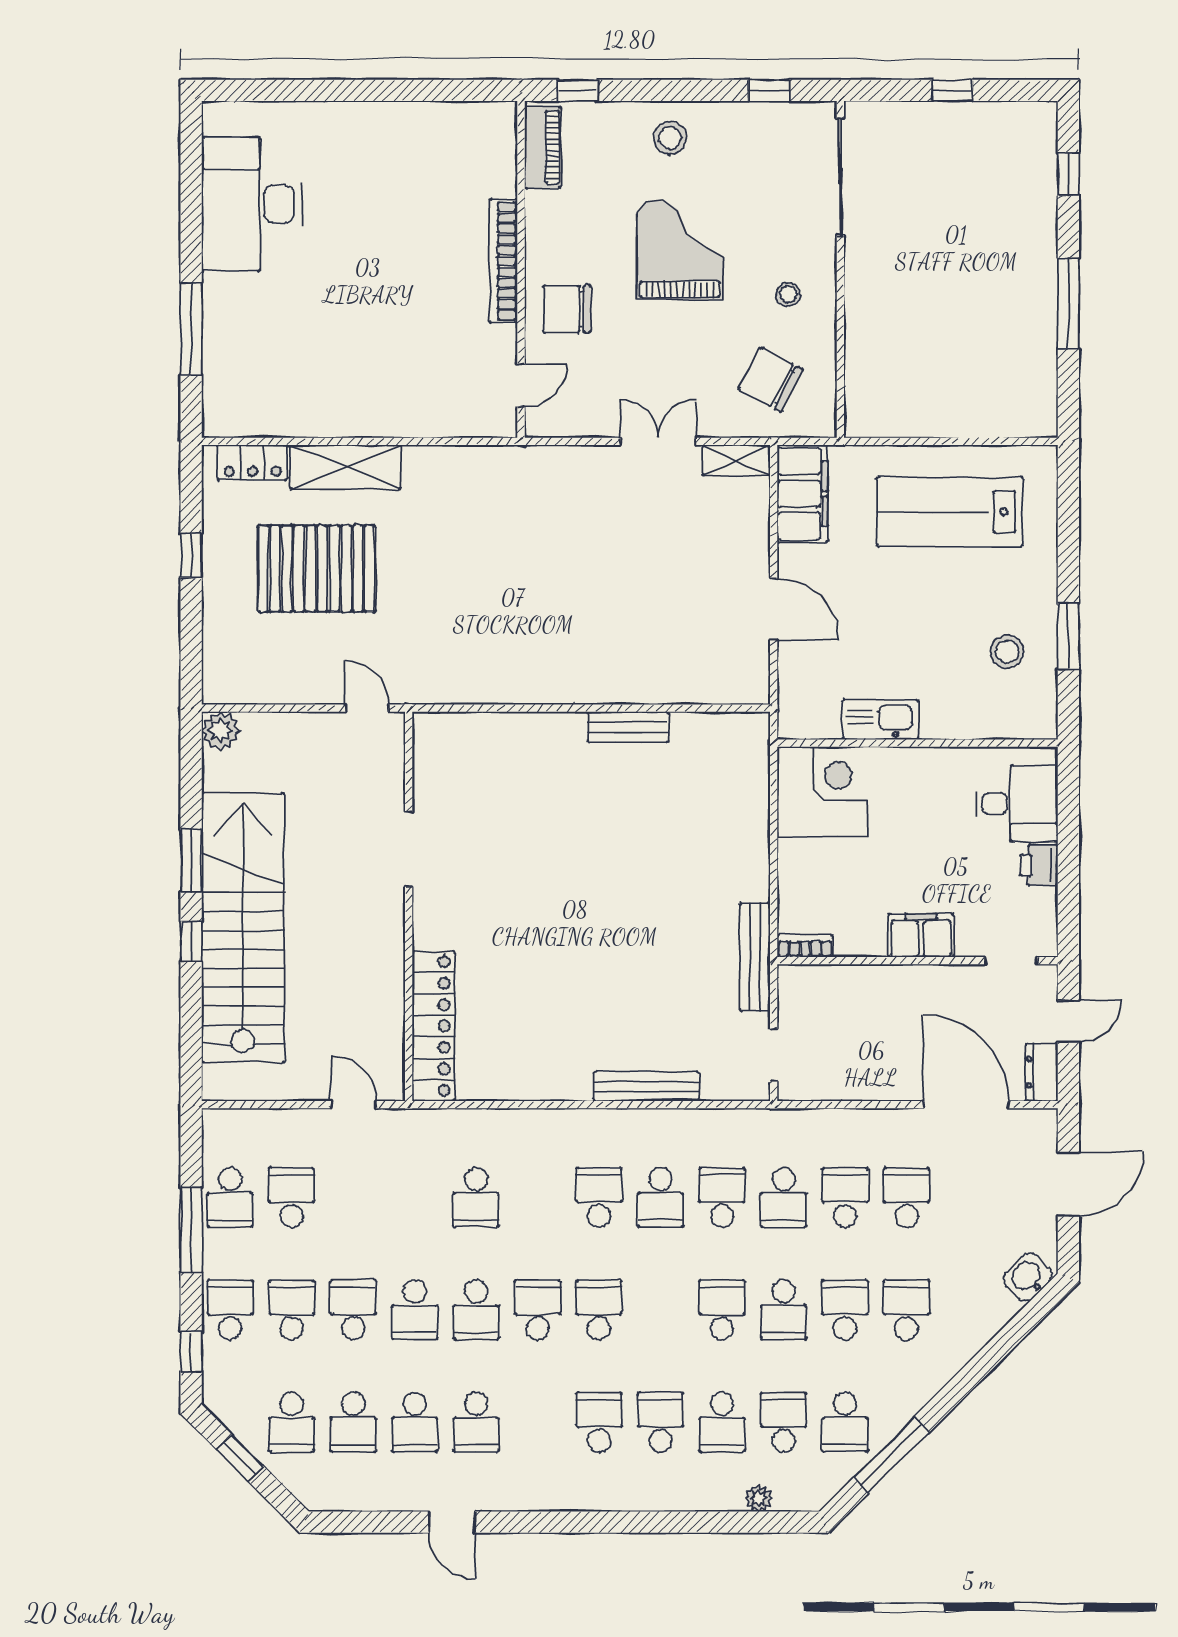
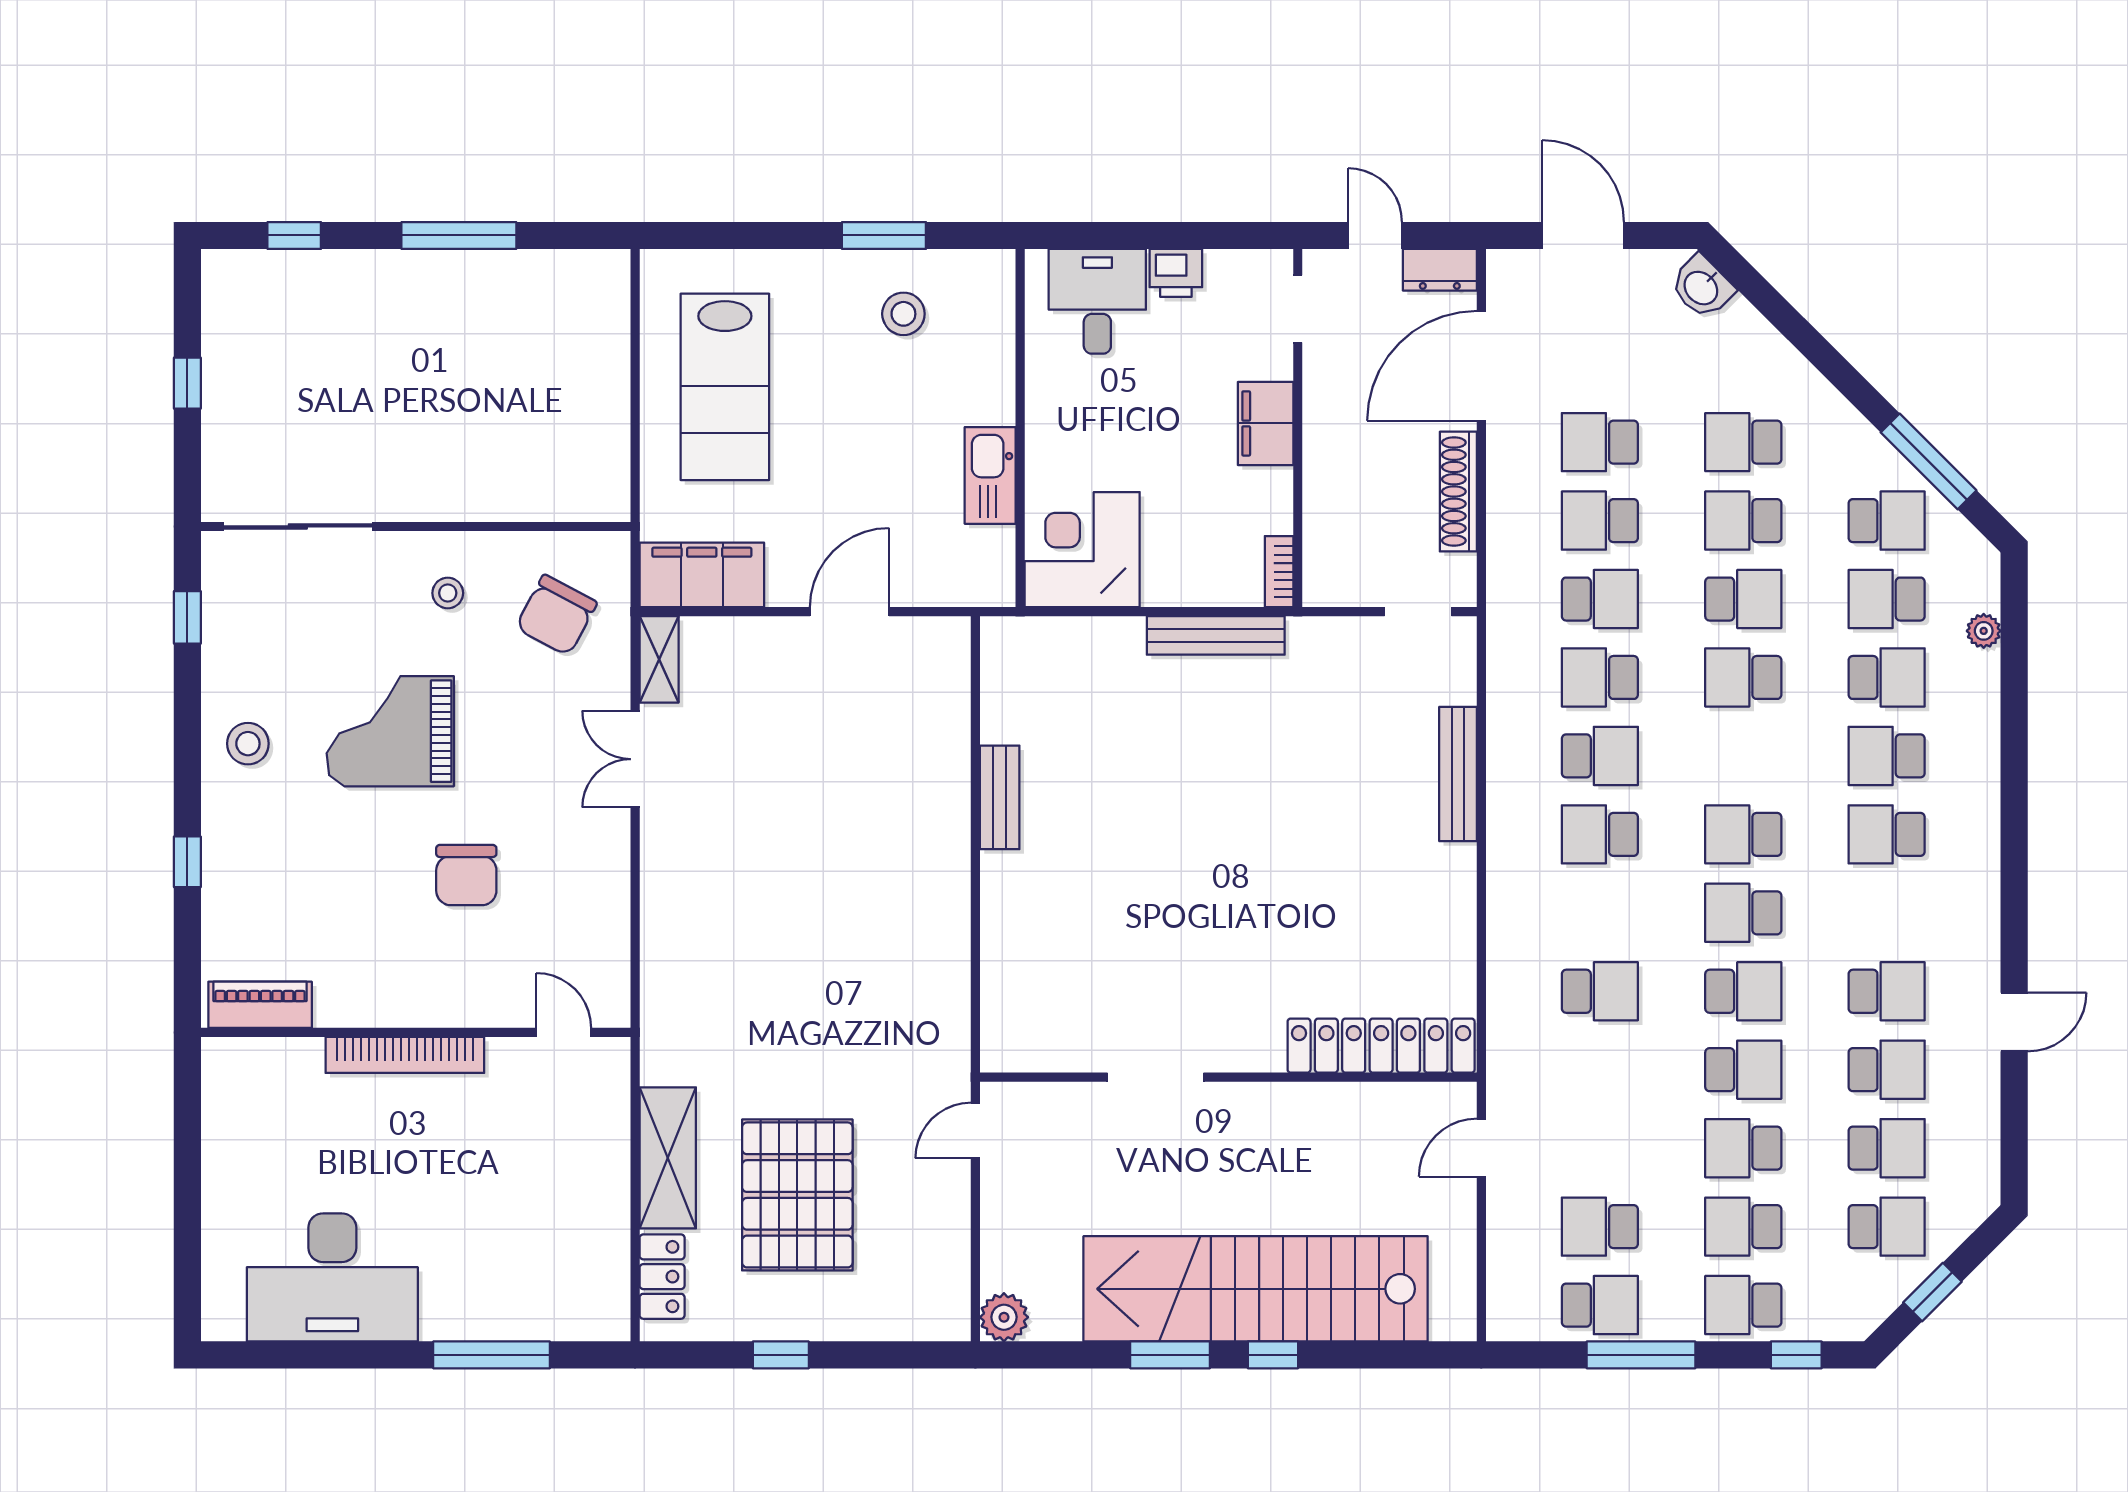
piano: (543, 147) -> (260, 1005), moved
bookcase: (503, 261) -> (405, 1055), moved
wall: (521, 269) -> (416, 1032), moved
door: (521, 385) -> (564, 1032), moved
bench: (755, 957) -> (1216, 635), moved
shoe rack: (868, 1087) -> (1458, 492), added

